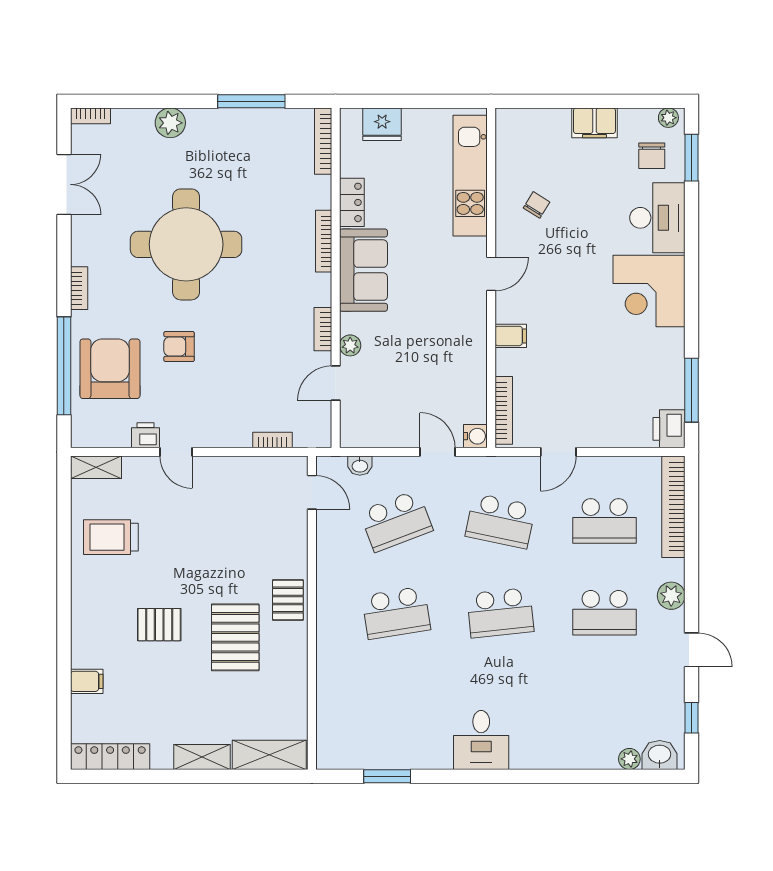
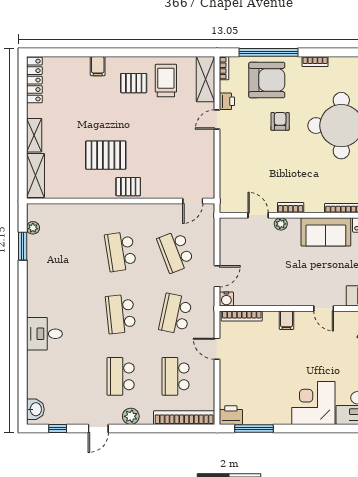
bookcase: (272, 440) -> (224, 68), moved
washbasin: (360, 466) -> (209, 230), removed
shelving: (96, 467) -> (205, 79), width x1.50, depth x1.33
pallet: (159, 625) -> (134, 83), moved, turned 90
filing cabinet: (87, 681) -> (98, 66), moved
desk: (481, 740) -> (44, 334), moved
plant: (629, 759) -> (33, 228), moved

